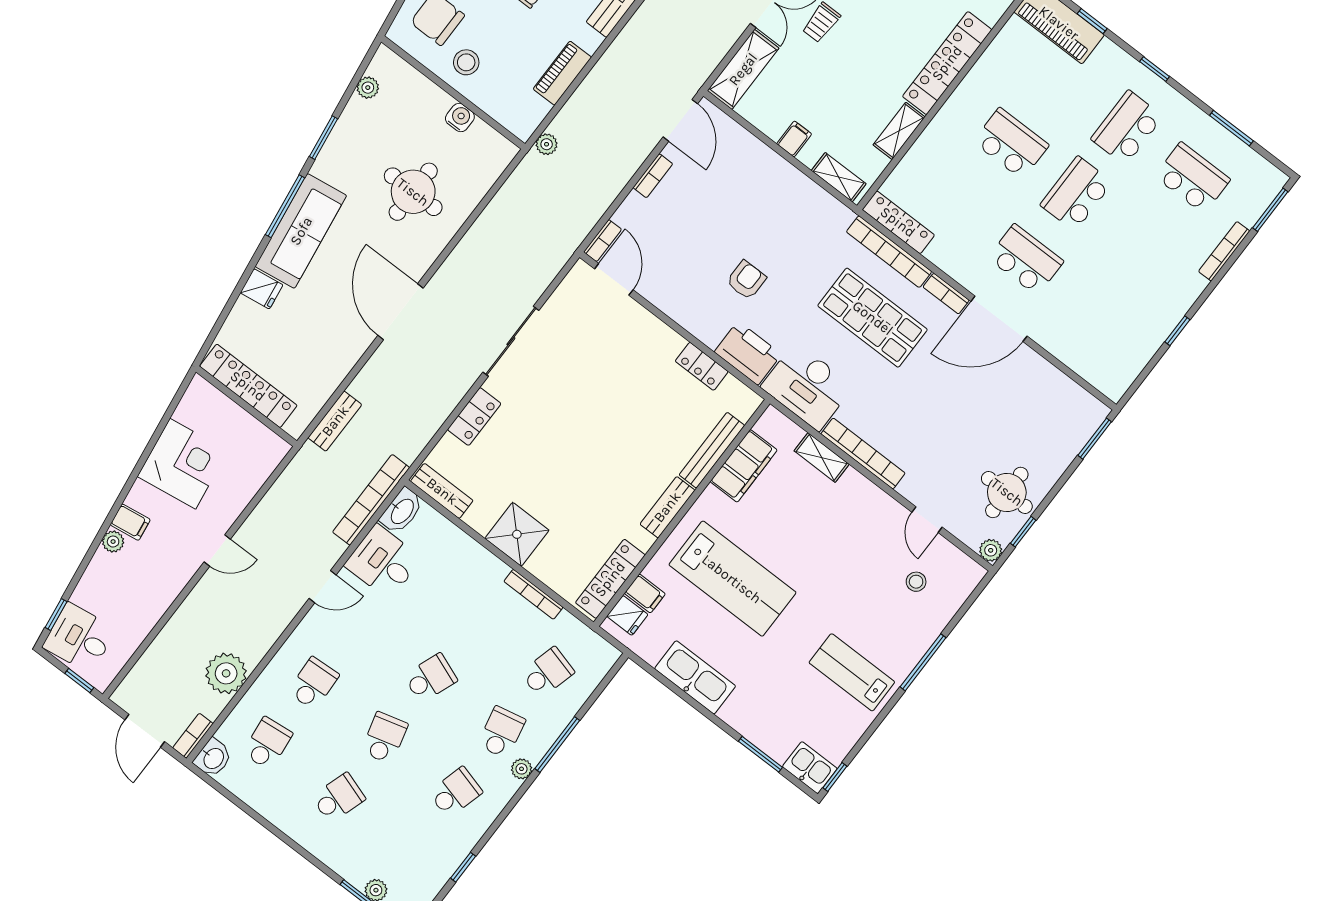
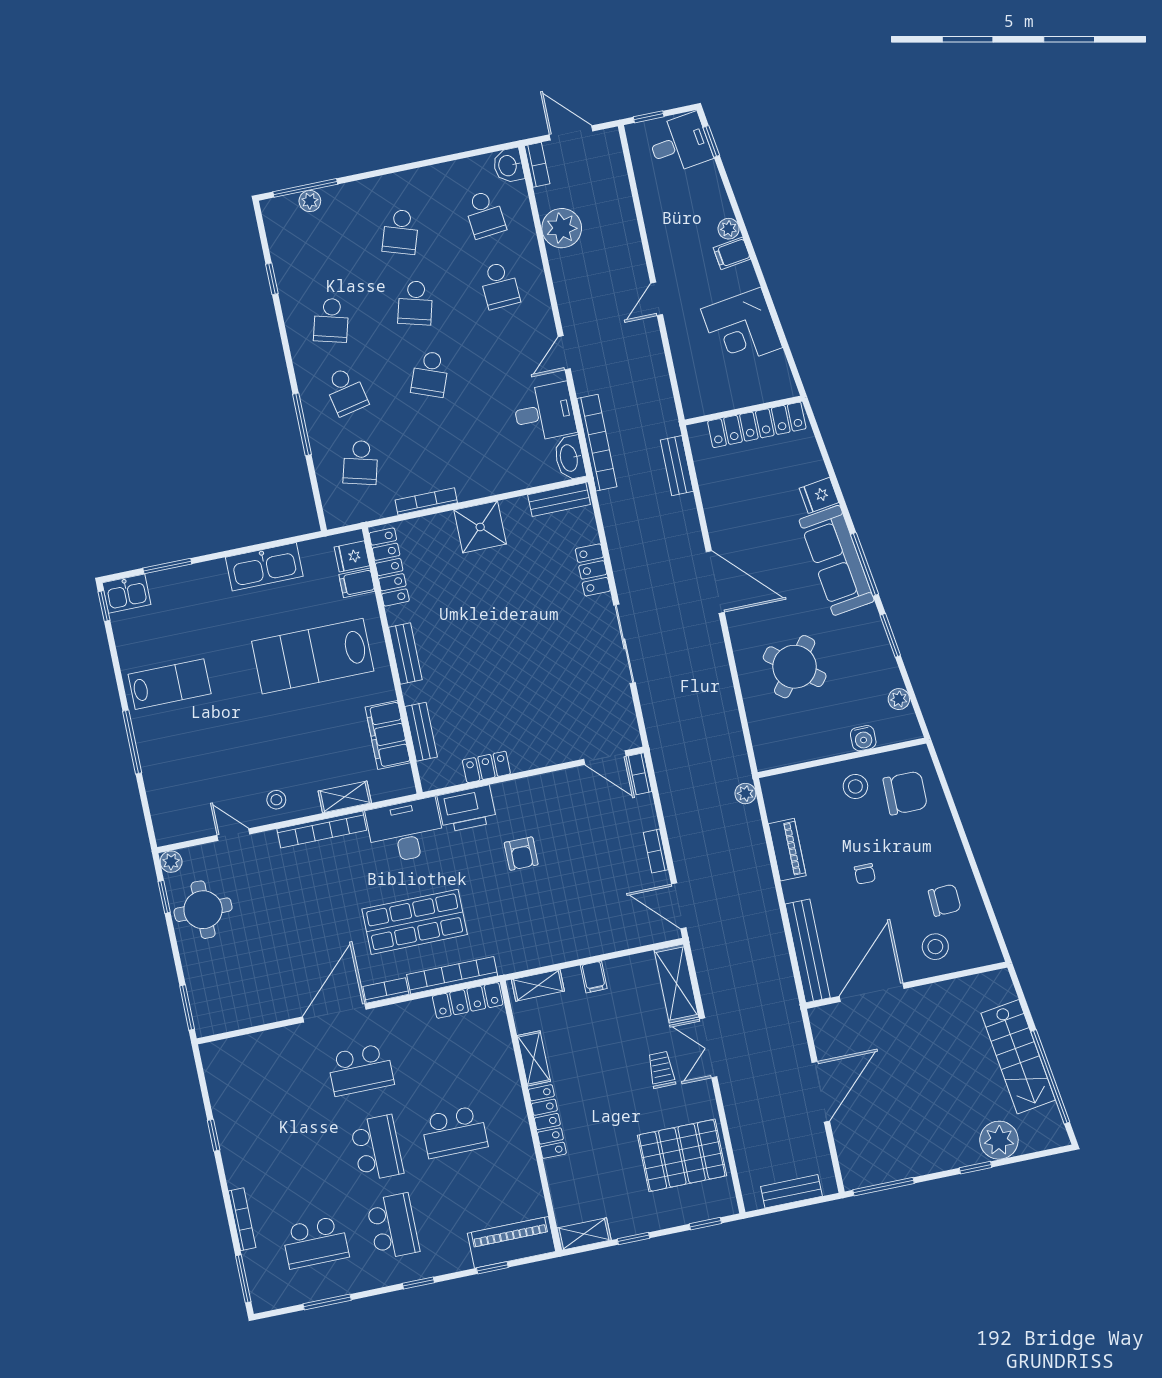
locker: (947, 63) -> (547, 1122), width x0.71, depth x0.83
water cooler: (460, 118) -> (863, 738), moved
round table: (413, 192) -> (795, 667), turned 38
bench: (712, 450) -> (421, 732), width x0.73
stool: (916, 582) -> (276, 800), moved
school desk: (384, 738) -> (415, 303), turned 30
plant: (522, 769) -> (307, 383), removed

